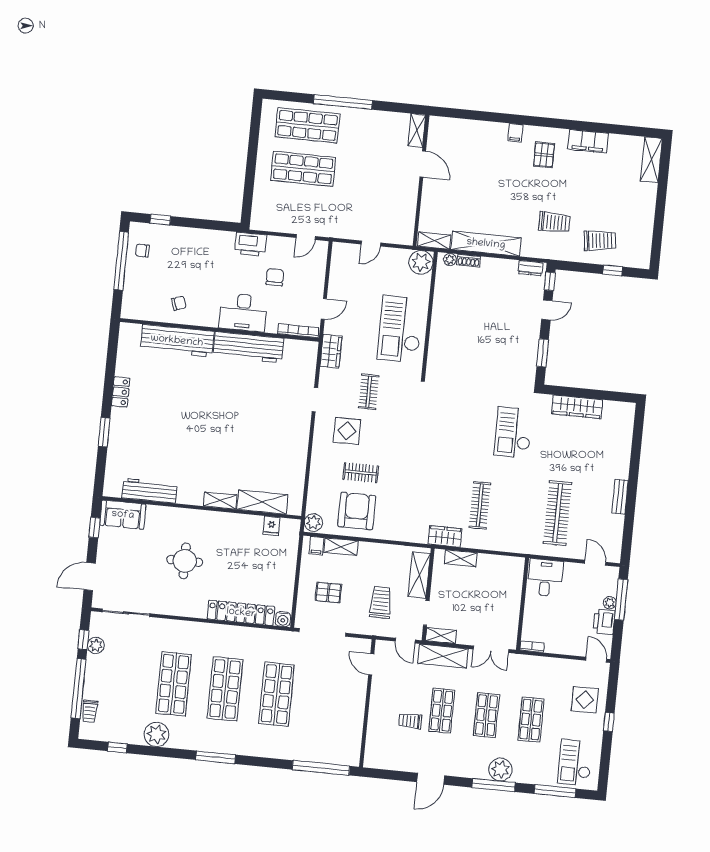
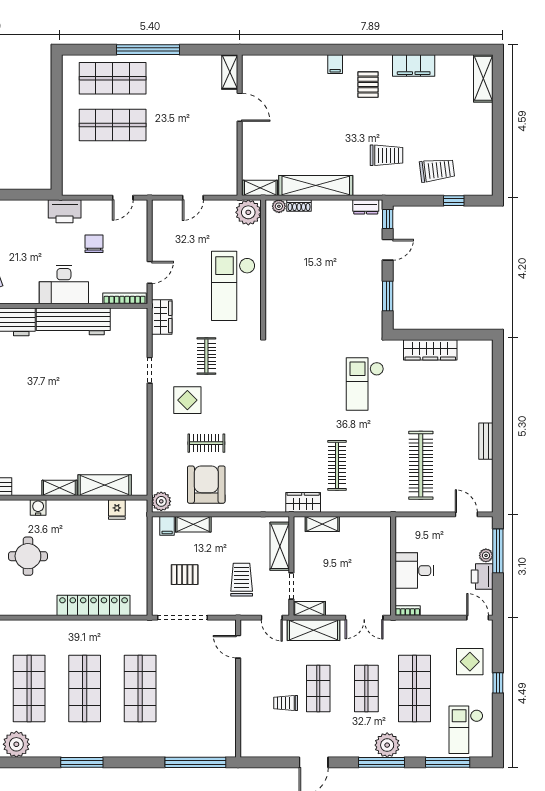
desk: (545, 578) -> (414, 571), moved, turned -90
water cooler: (283, 619) -> (38, 508), moved, turned 180
shop shelf: (531, 720) -> (414, 689), width x1.43, depth x1.36

